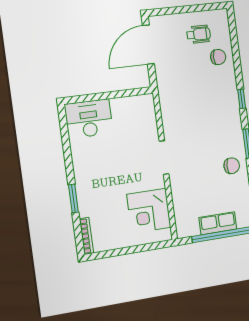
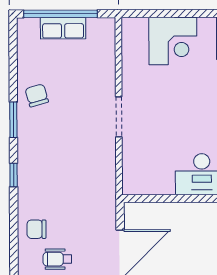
chair: (232, 166) -> (37, 95), turned 74
corner desk: (149, 211) -> (173, 41), moved, turned 90

